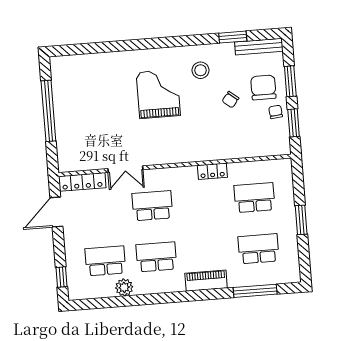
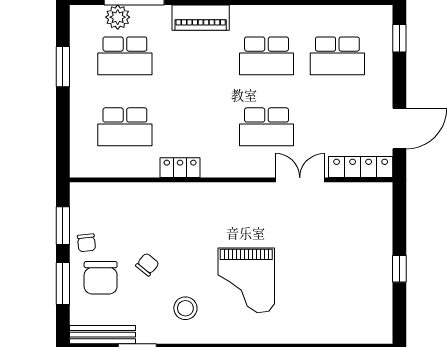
window: (48, 111) -> (399, 269), width x0.32
window: (301, 220) -> (63, 67), moved
plant: (124, 287) -> (118, 17), moved

